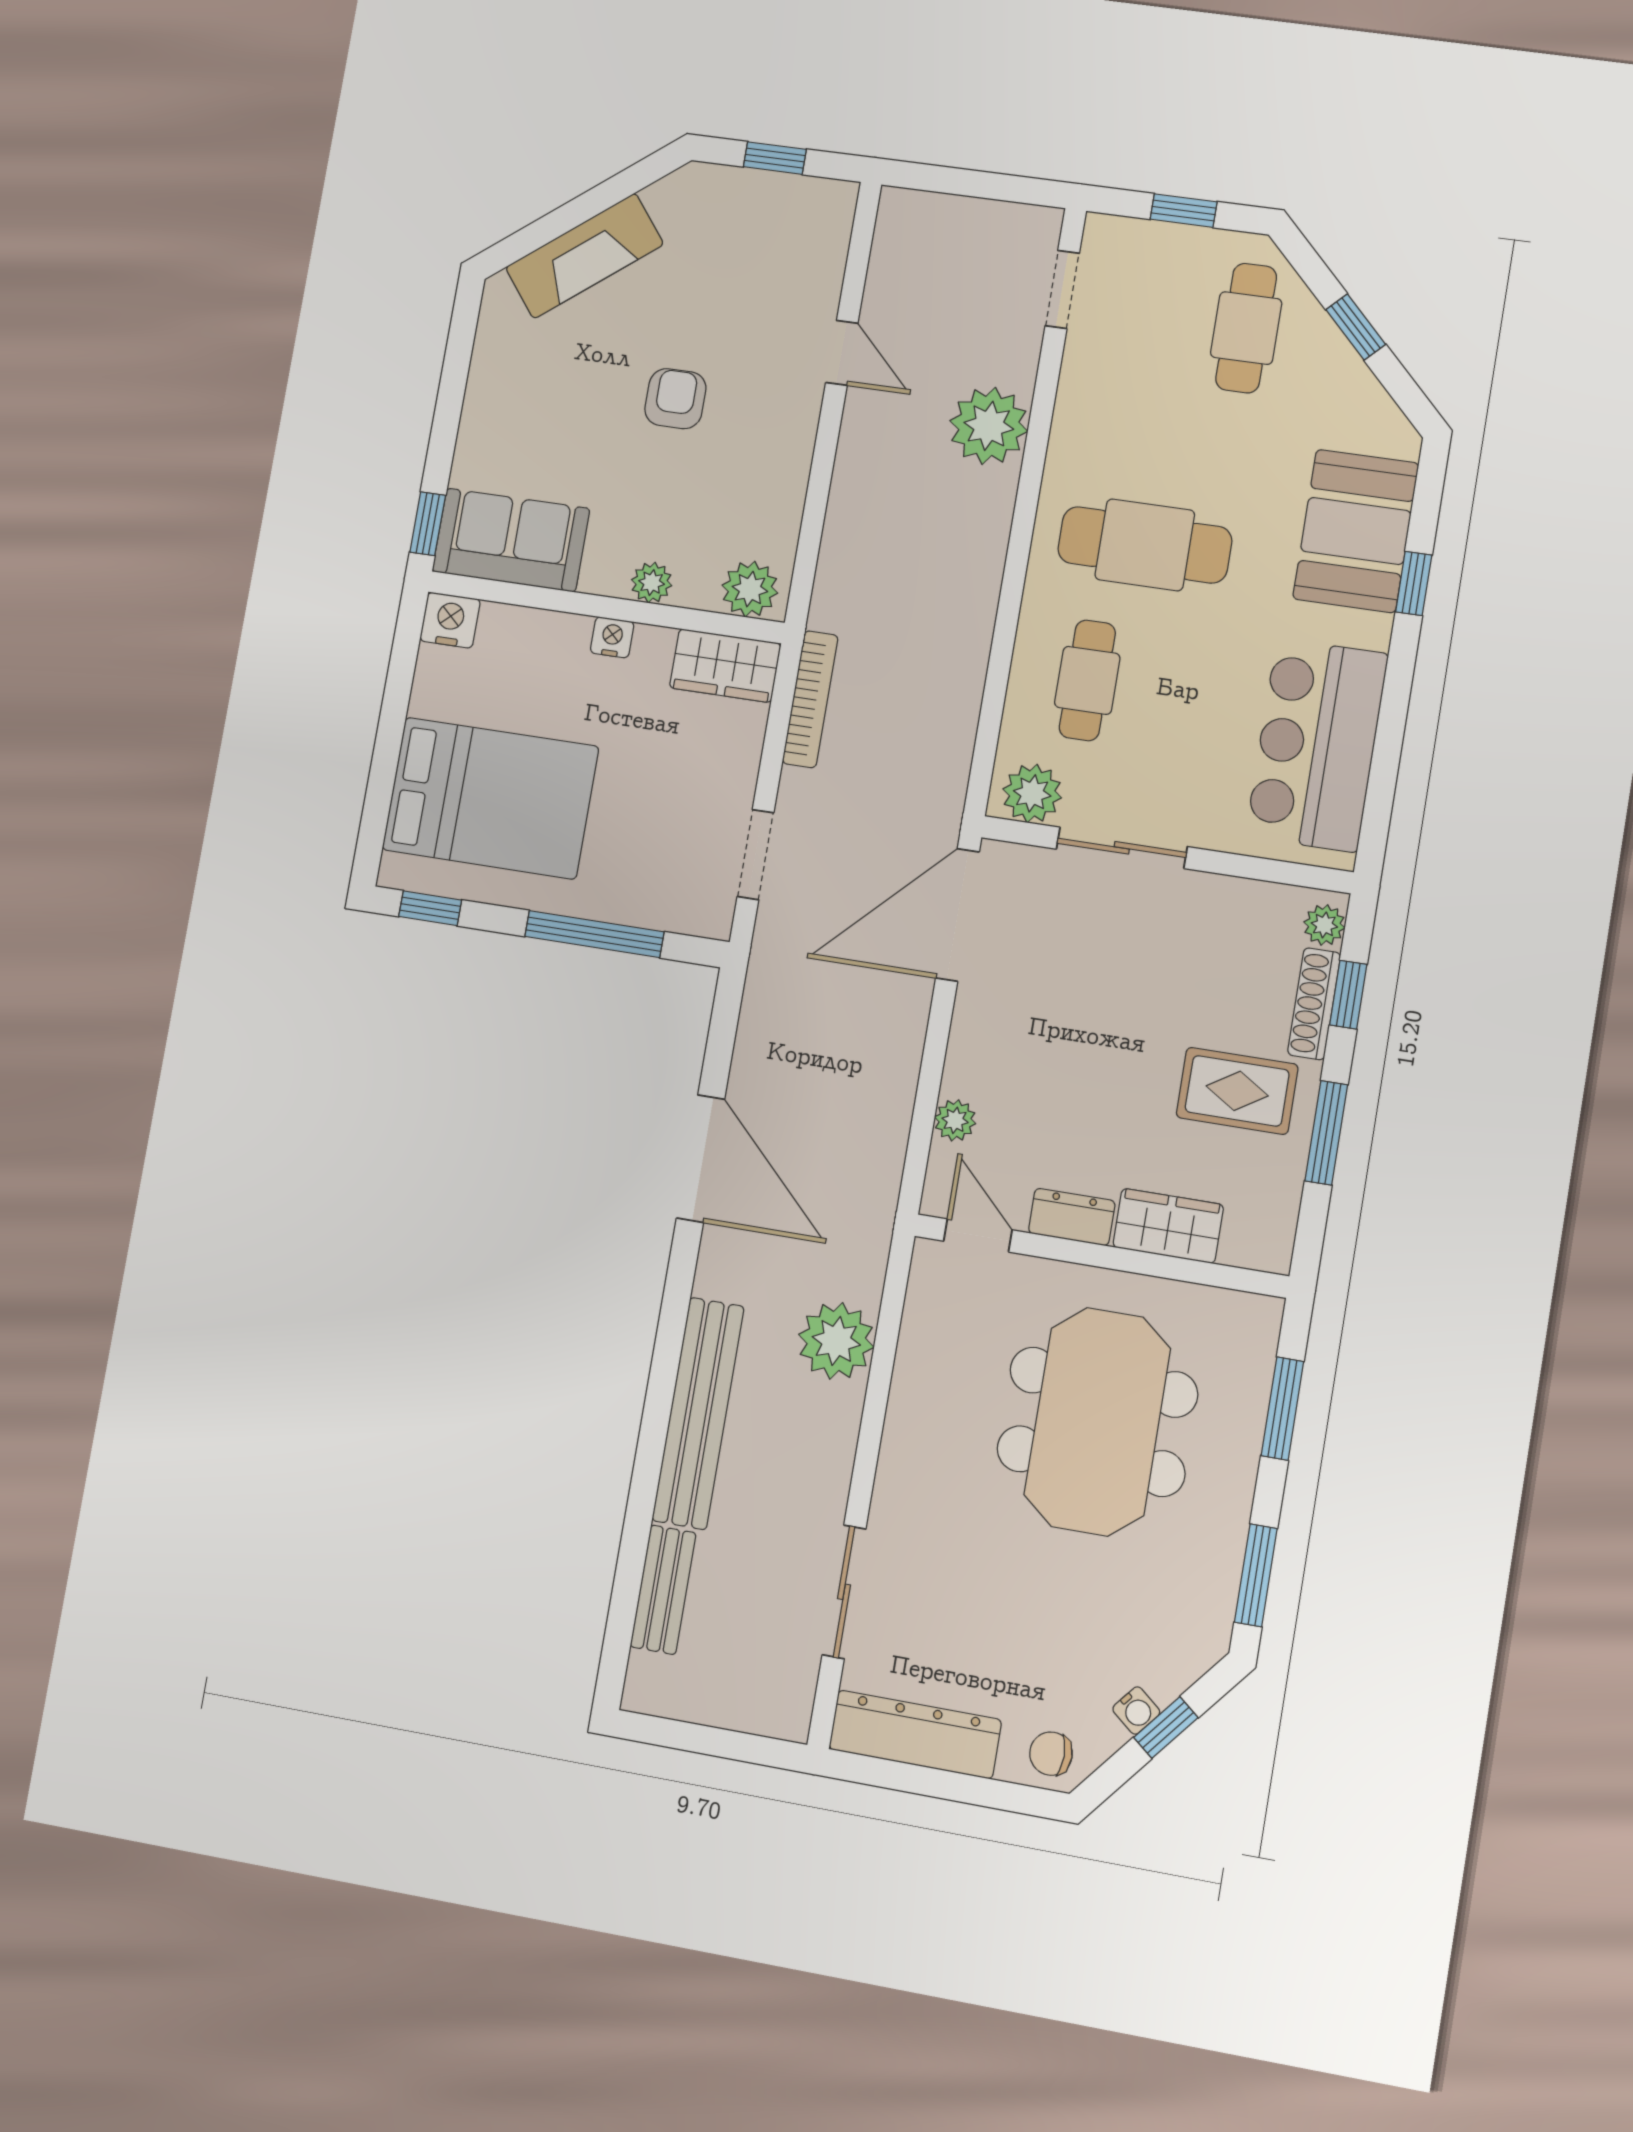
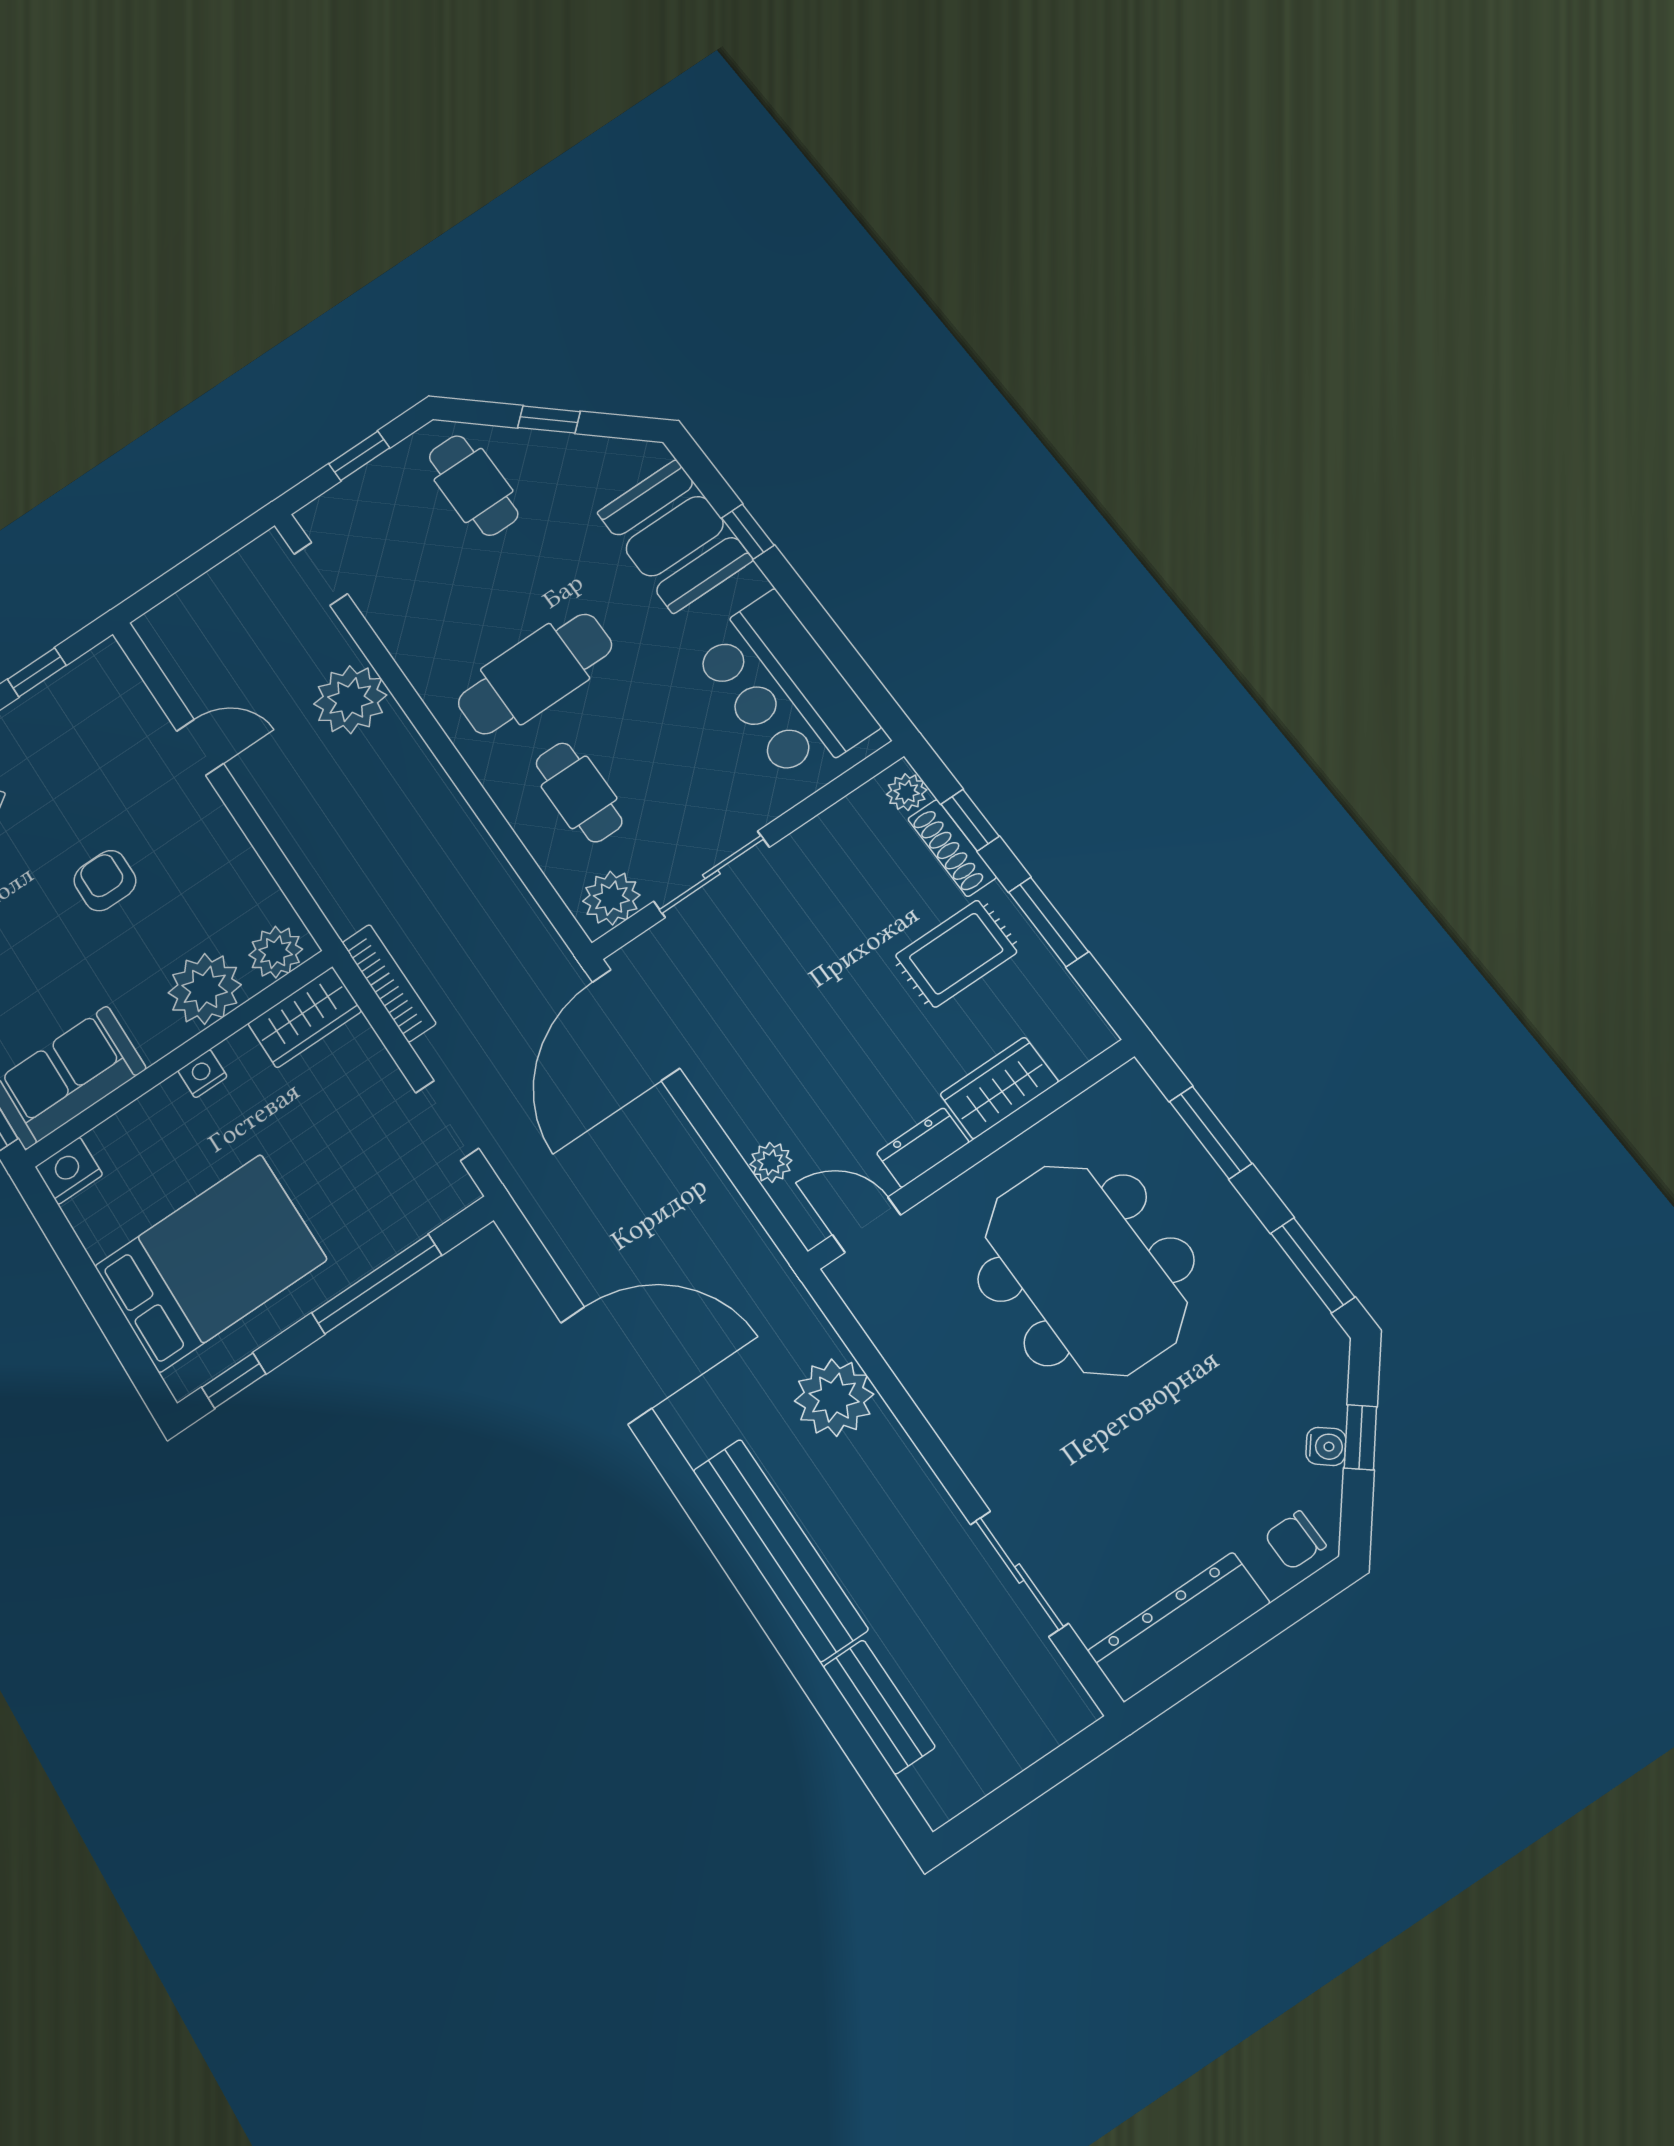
plant: (652, 583) -> (205, 989), width x1.88, depth x1.88

